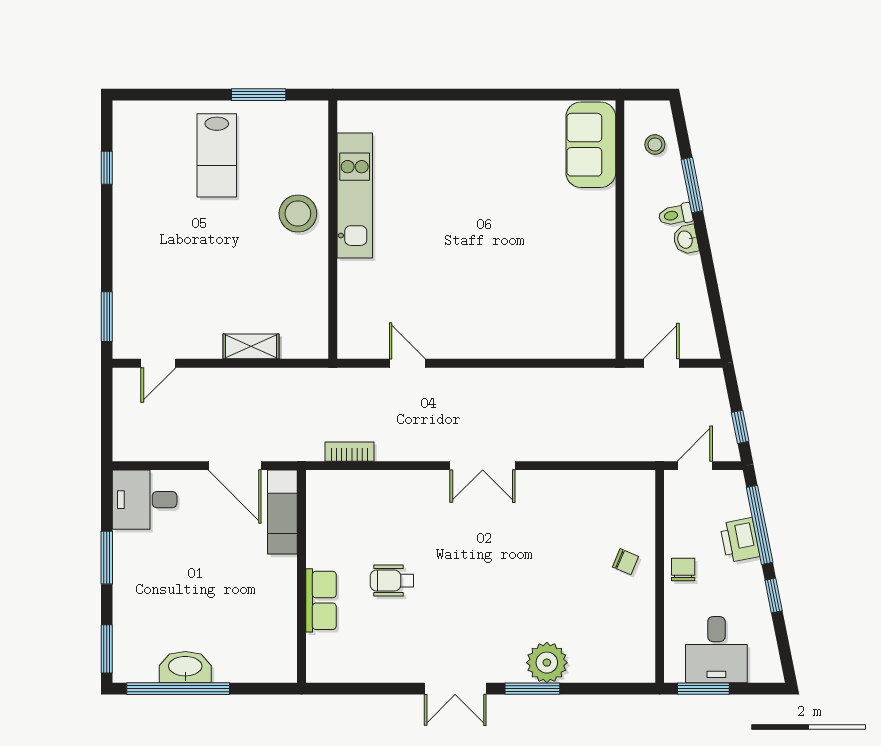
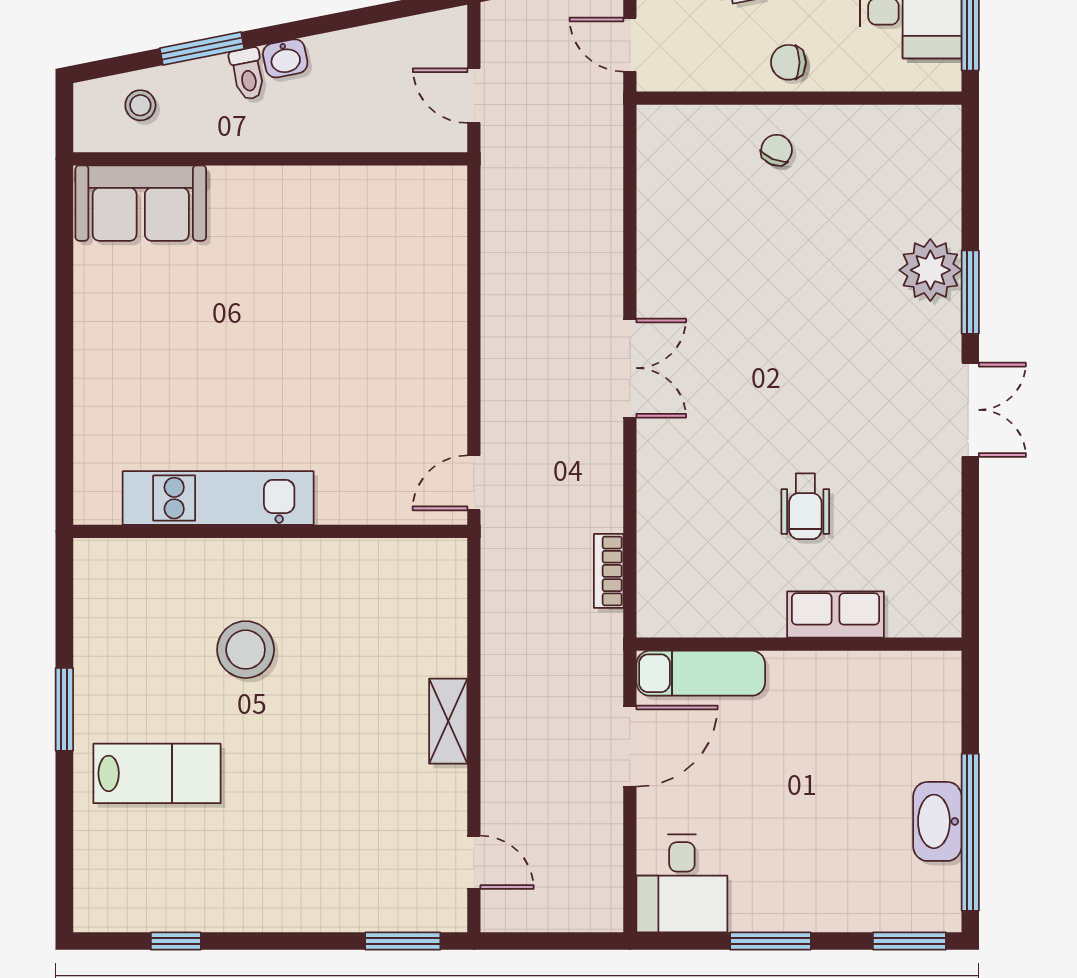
kitchen unit: (355, 195) -> (218, 498), moved
wall: (333, 230) -> (270, 531), moved

